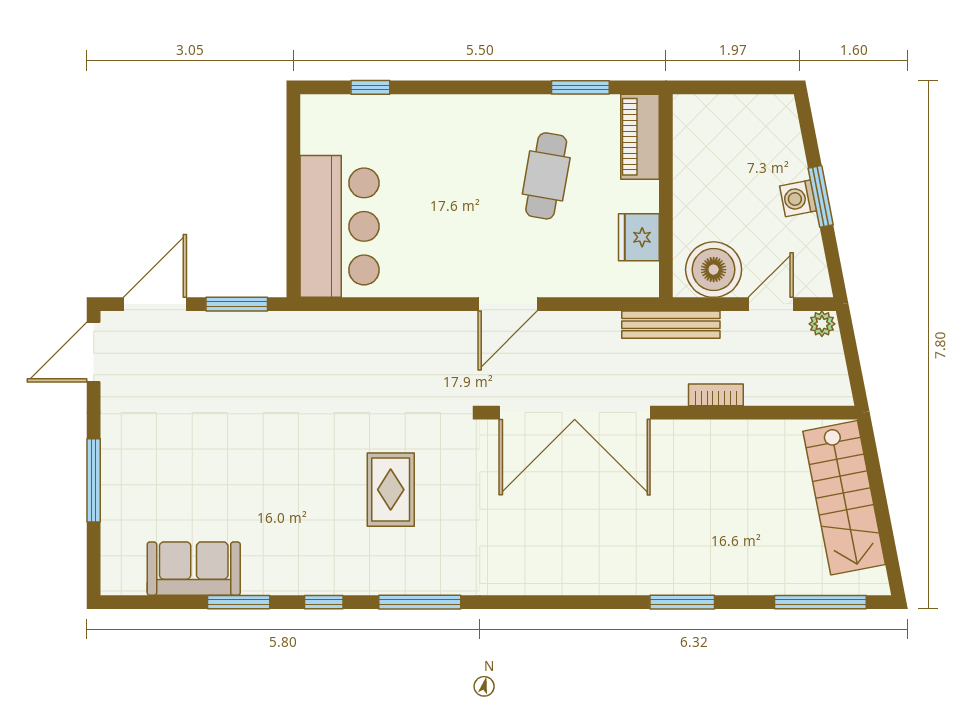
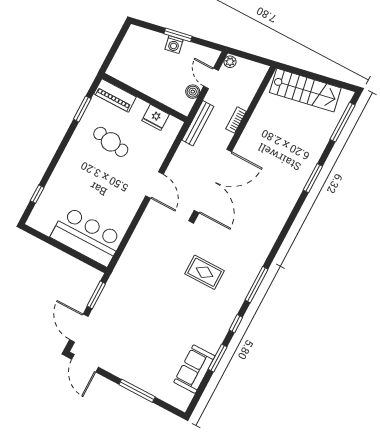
boiler: (714, 270) -> (193, 92), width x0.54, depth x0.54

